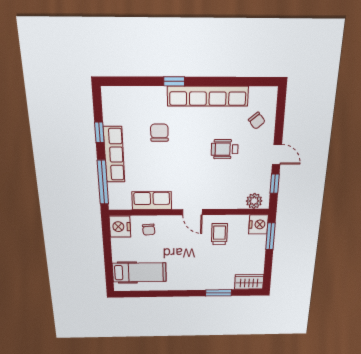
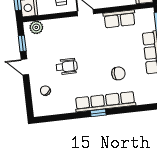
window: (174, 81) -> (98, 113), moved
row of seats: (208, 96) -> (105, 102), moved
chair: (159, 133) -> (118, 73), turned -90

